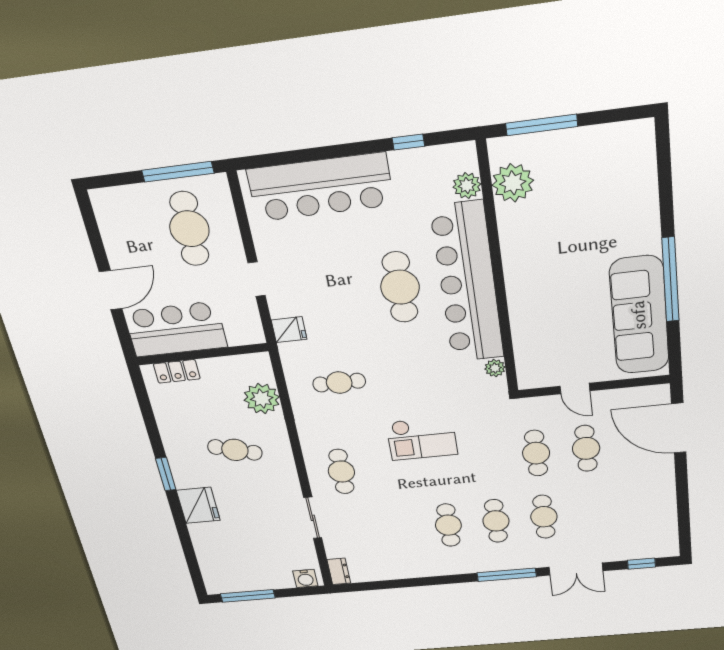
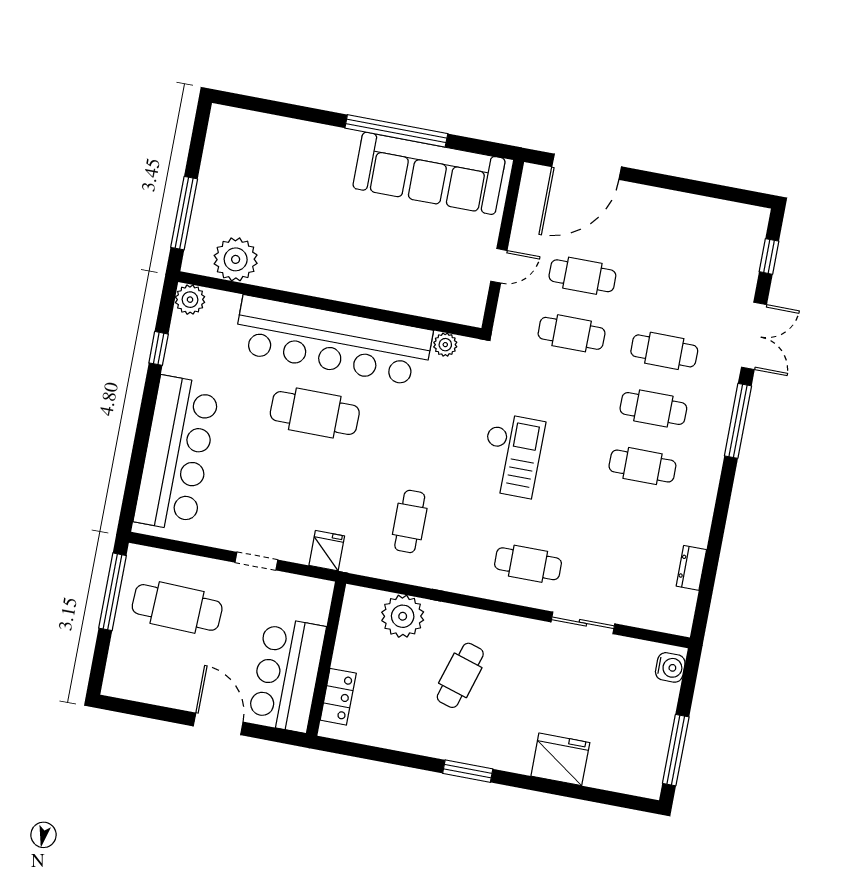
plant: (467, 186) -> (190, 300), moved
fridge: (198, 505) -> (560, 759), moved
dresser: (339, 571) -> (691, 568), moved, turned -90

